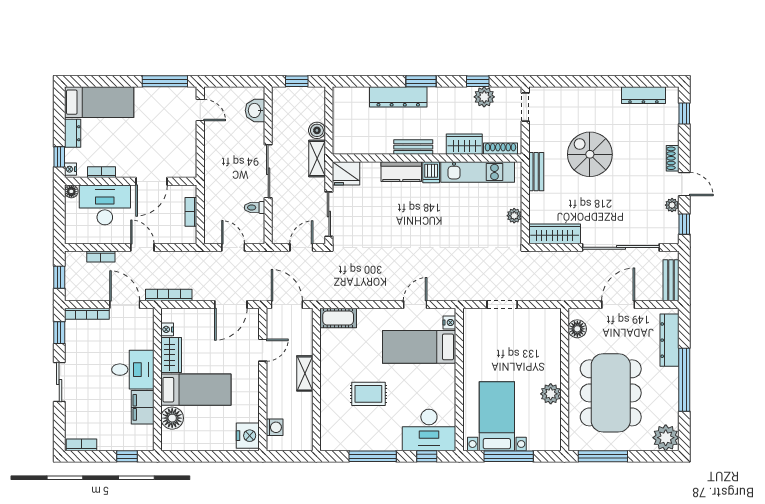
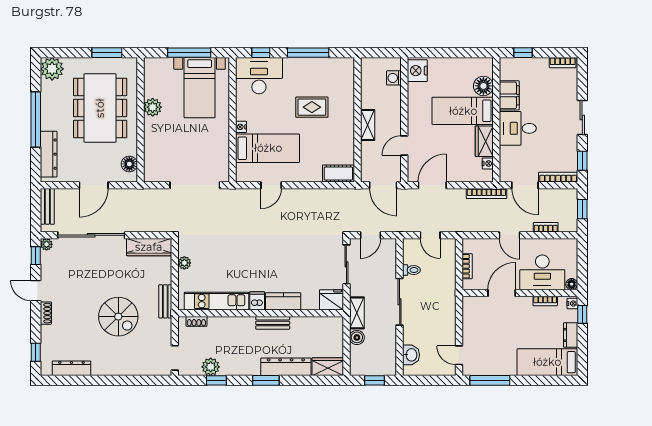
wardrobe: (464, 144) -> (328, 367), moved, turned 180
shoe rack: (500, 149) -> (196, 321), width x0.70
plant: (672, 205) -> (46, 244), moved
doorway: (502, 304) -> (195, 185), width x1.87
nightstand: (449, 322) -> (241, 127), moved
window: (603, 456) -> (107, 53), width x0.69

